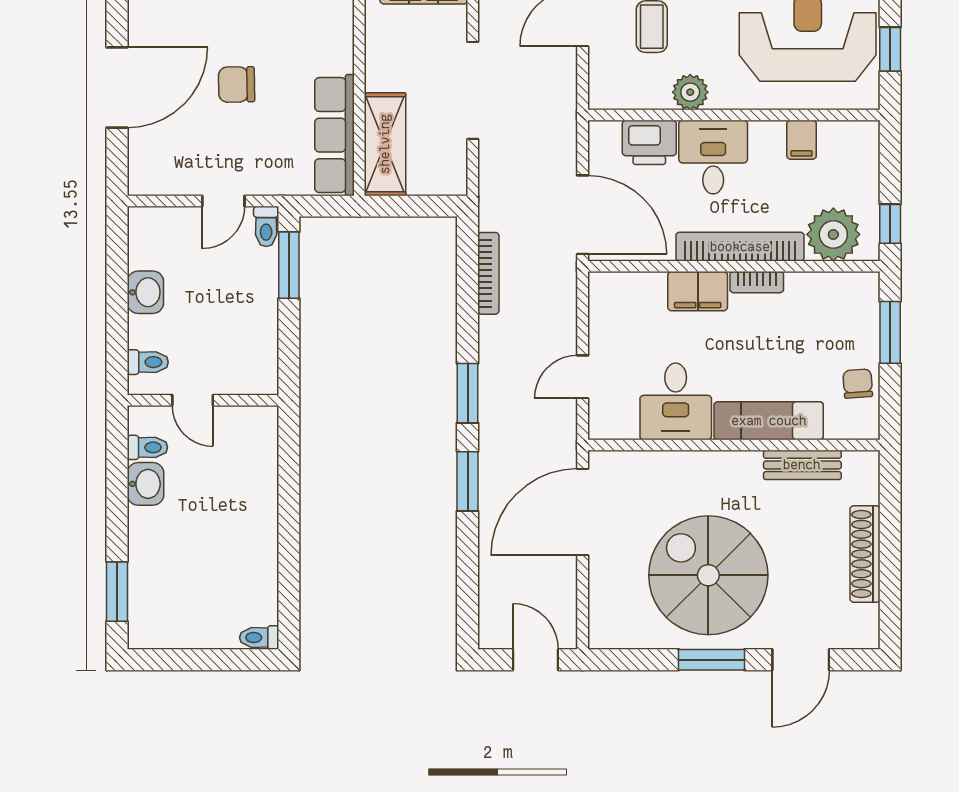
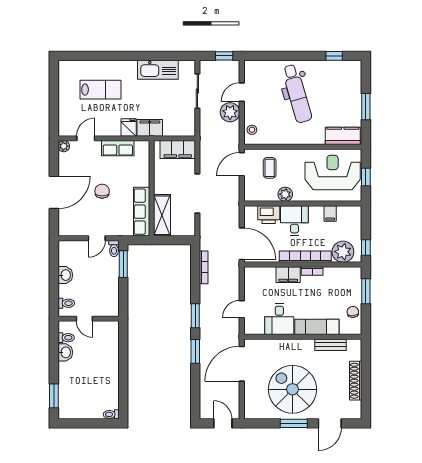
chair: (237, 84) -> (102, 191), turned 91

